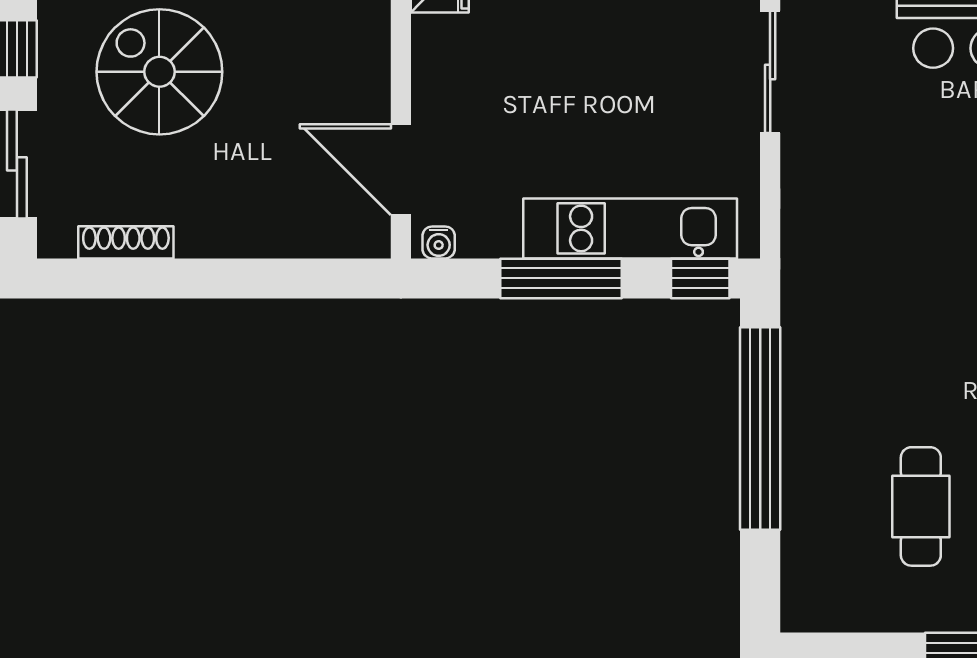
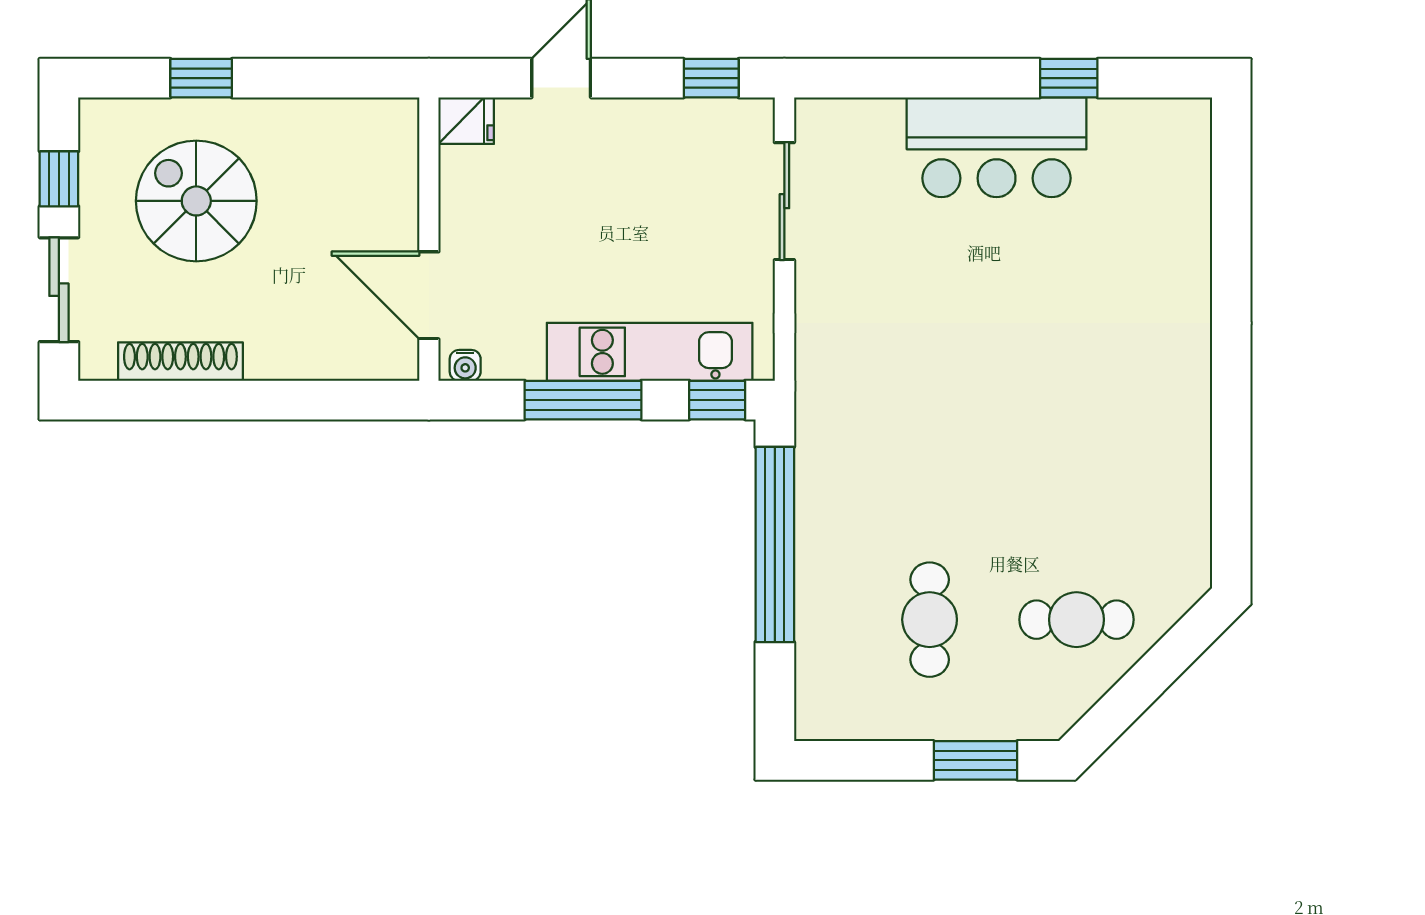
shoe rack: (126, 242) -> (180, 362), width x1.36, depth x1.24

